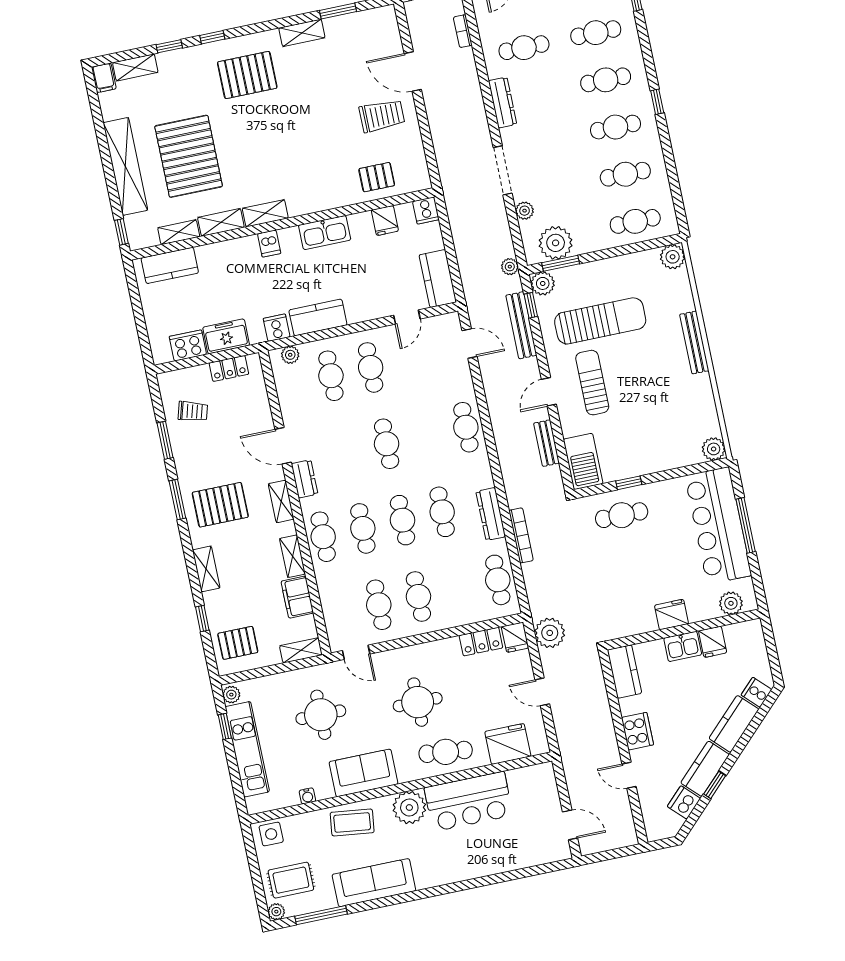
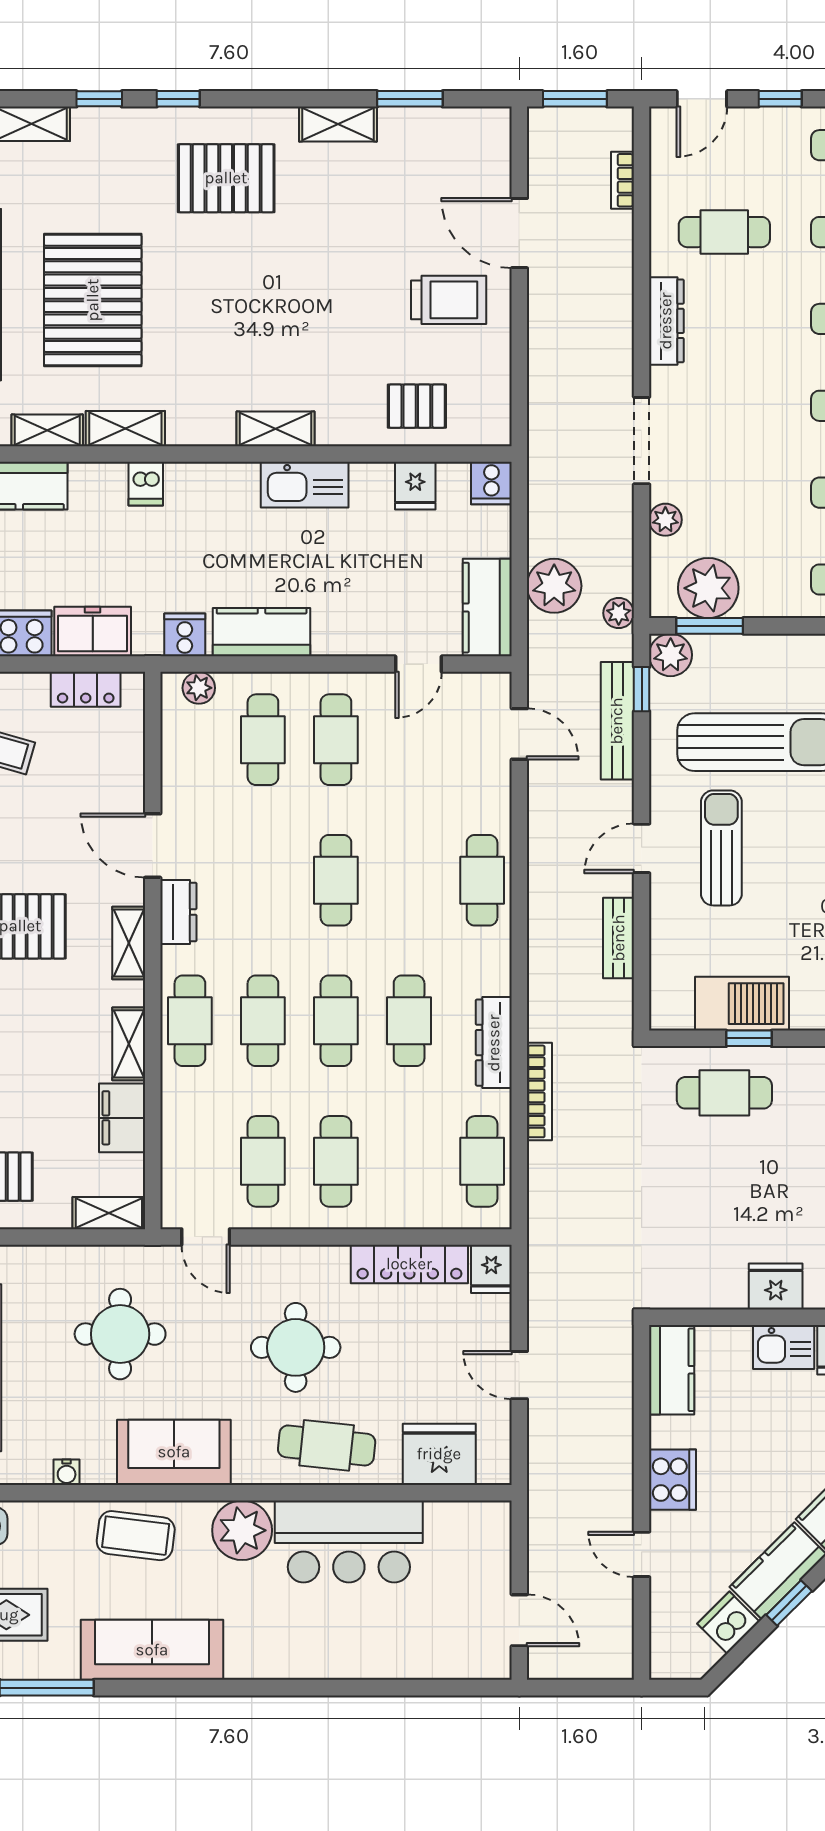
shelving: (265, 213) -> (275, 429), moved
dishwasher: (269, 244) -> (146, 484), moved
barbecue: (583, 461) -> (742, 1004), moved, turned -90
plant: (550, 633) -> (554, 586), moved
locker: (481, 642) -> (409, 1264), width x1.53

